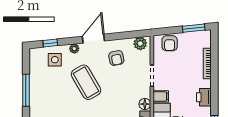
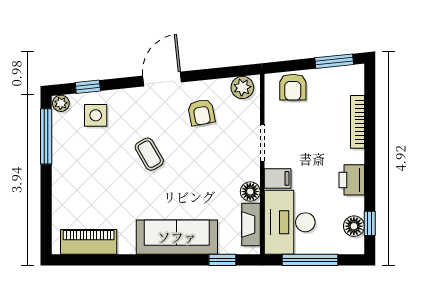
plant: (74, 49) -> (61, 103), moved
coffee table: (86, 82) -> (149, 154), width x0.54, depth x0.58
window: (26, 90) -> (46, 136), moved

